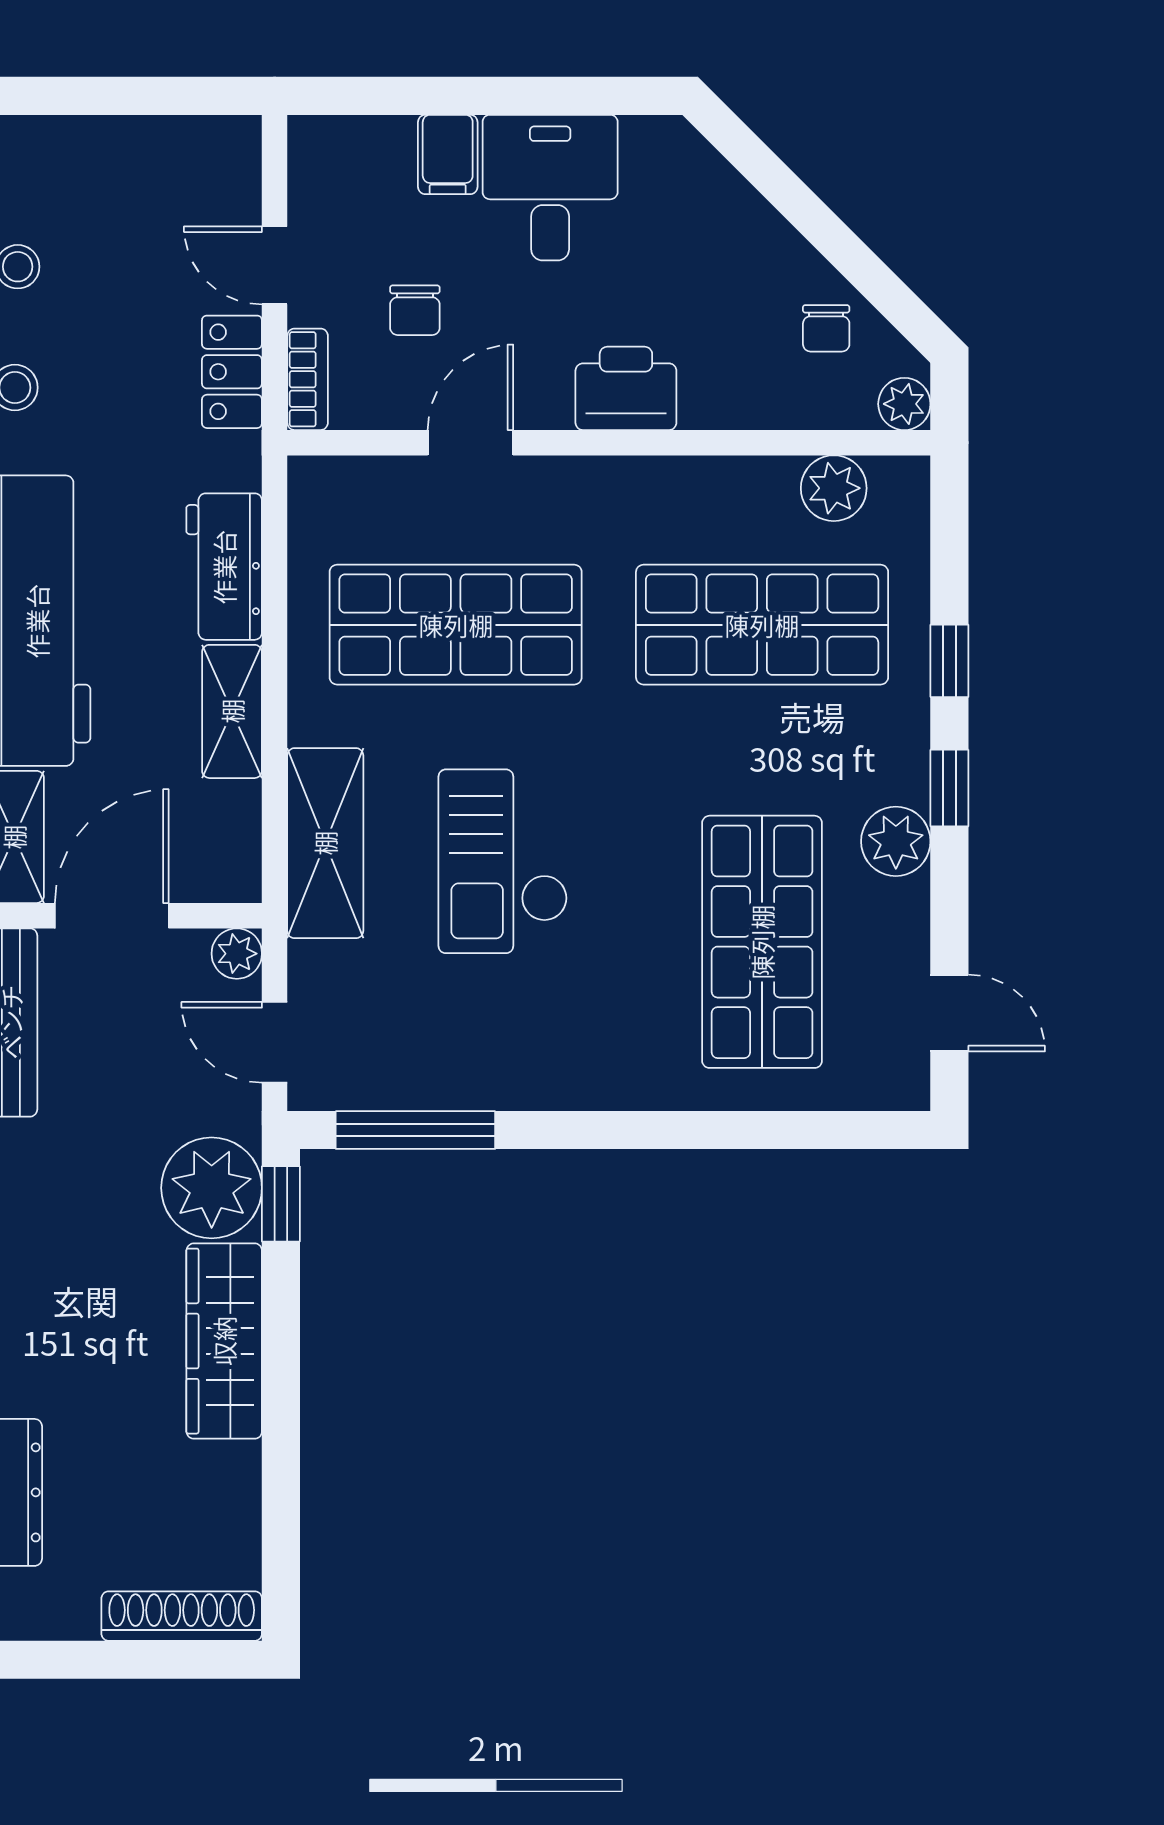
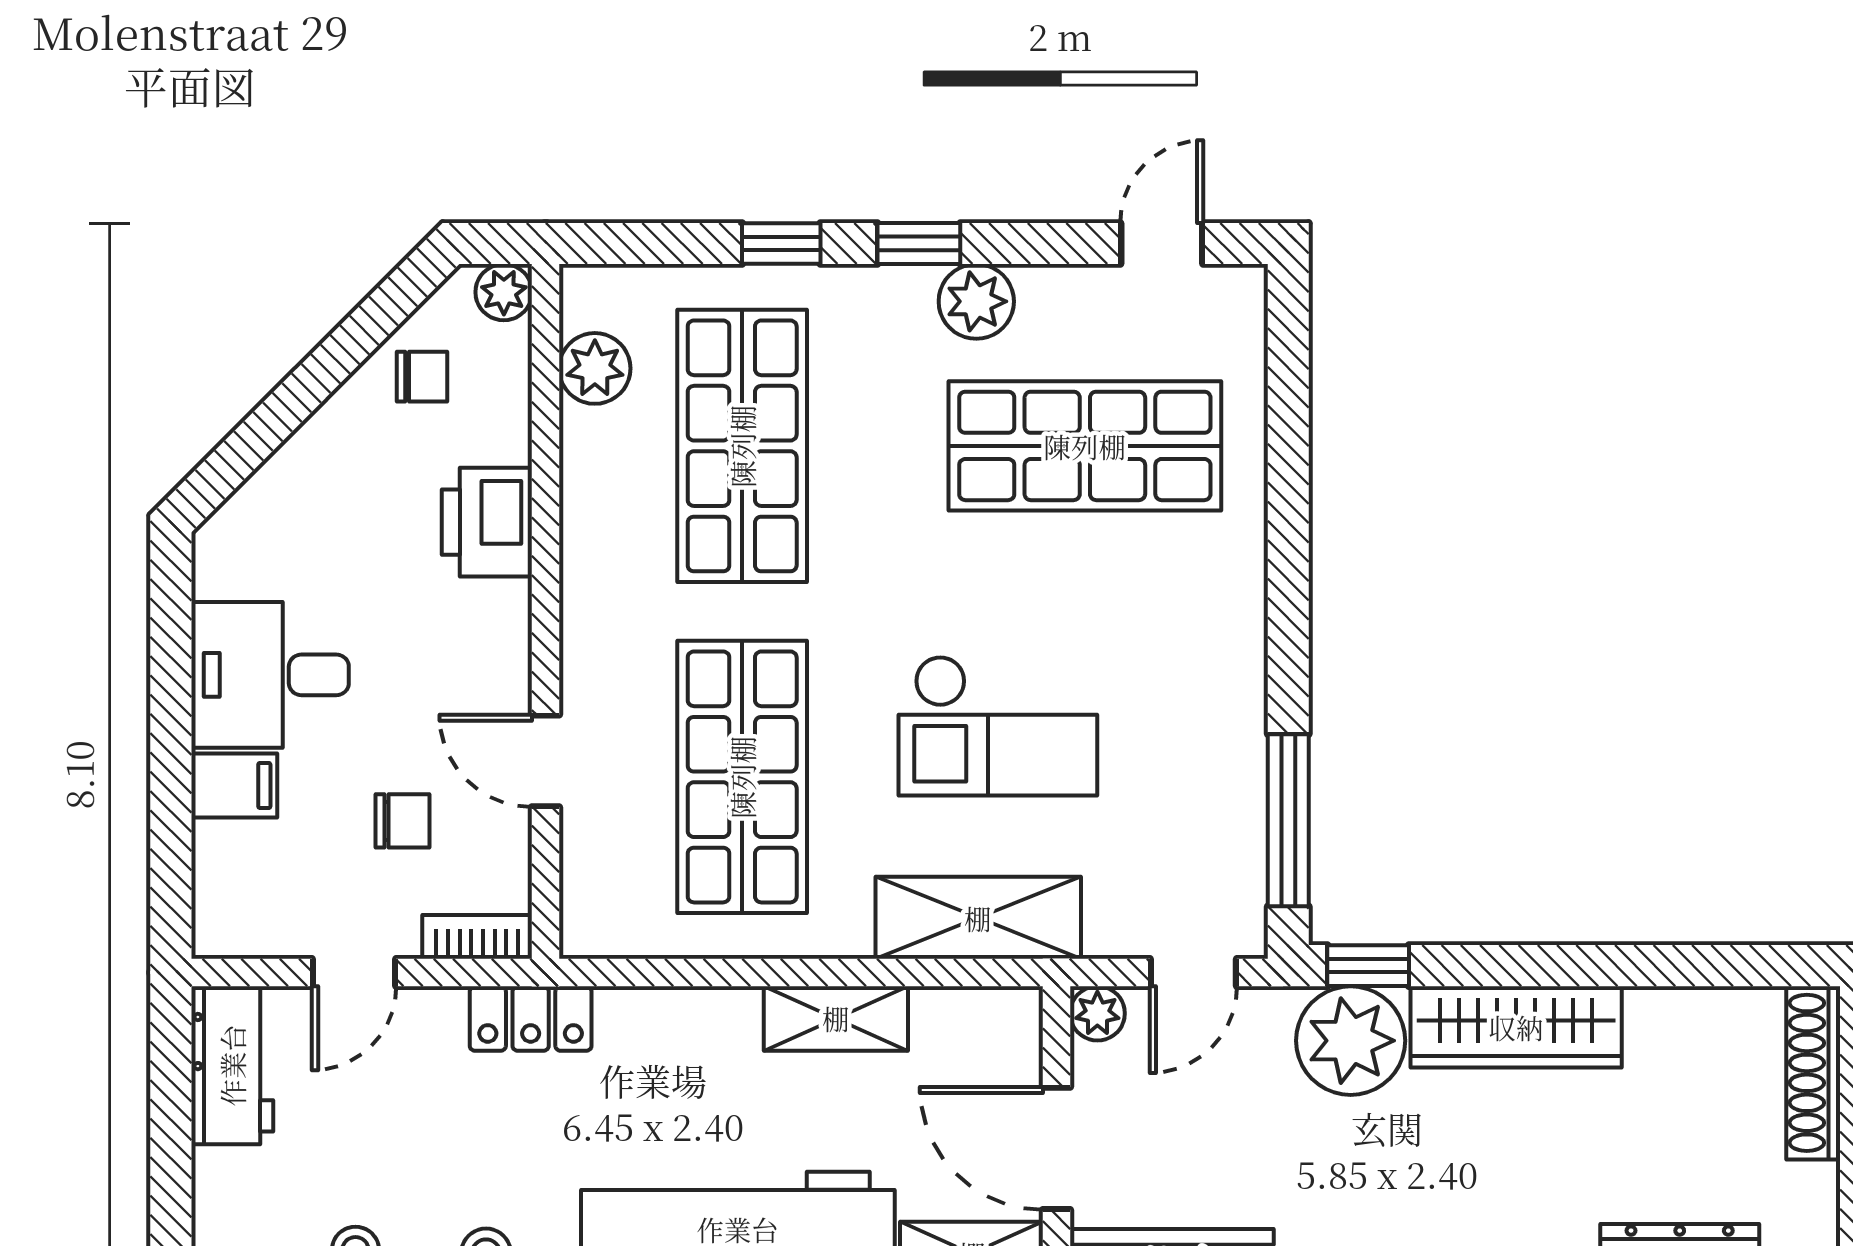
locker: (232, 372) -> (531, 1019), moved
printer: (626, 388) -> (487, 522), moved
workbench: (224, 567) -> (232, 1065), moved, turned -90

